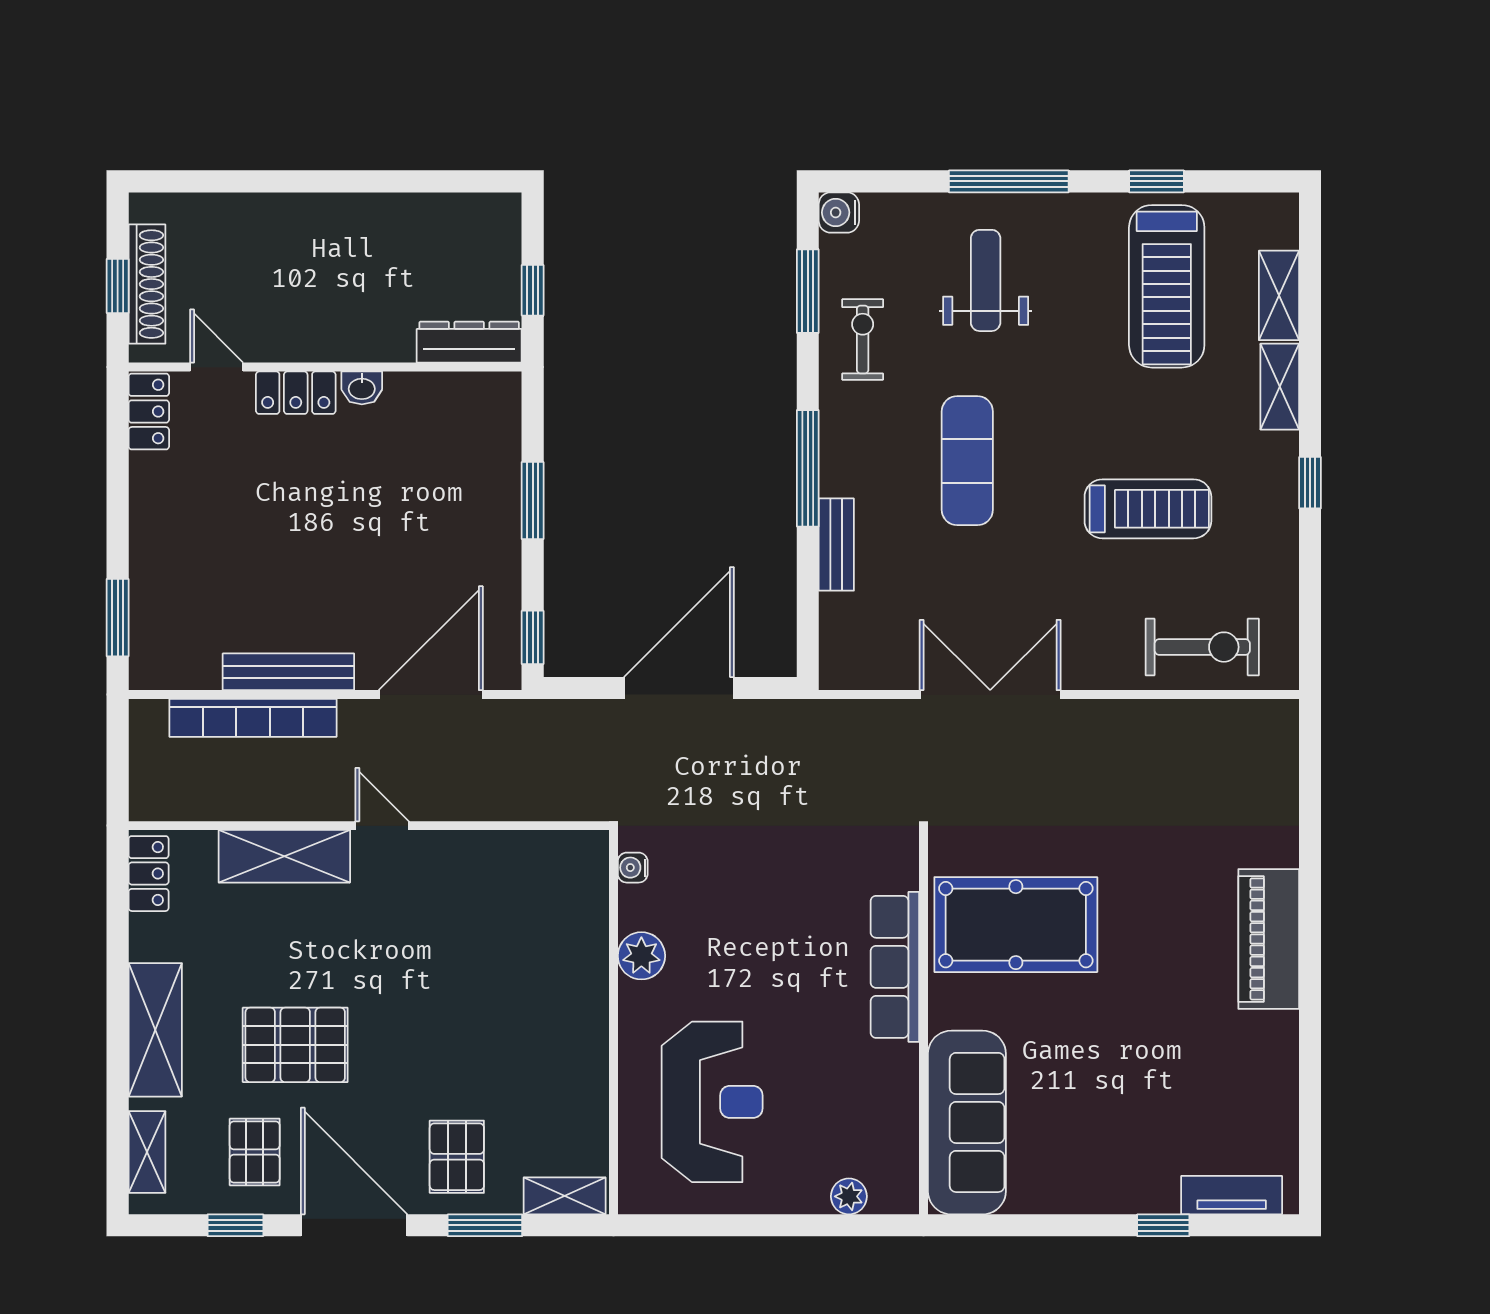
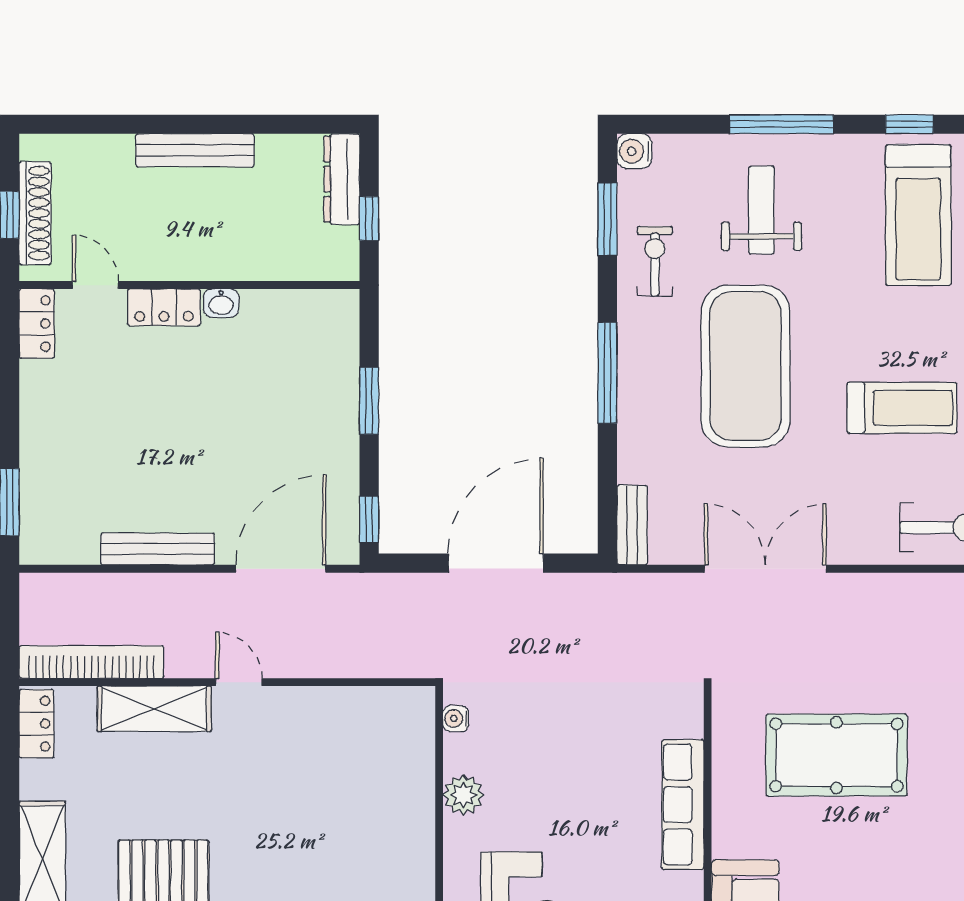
bench: (332, 211) -> (195, 150), added
dresser: (469, 342) -> (342, 179), moved, turned -90
exercise mat: (967, 461) -> (746, 366), width x2.00, depth x1.45
bench: (836, 545) -> (632, 525), moved
bookcase: (253, 718) -> (91, 662), moved, turned 180
pool table: (1016, 925) -> (836, 755), moved

